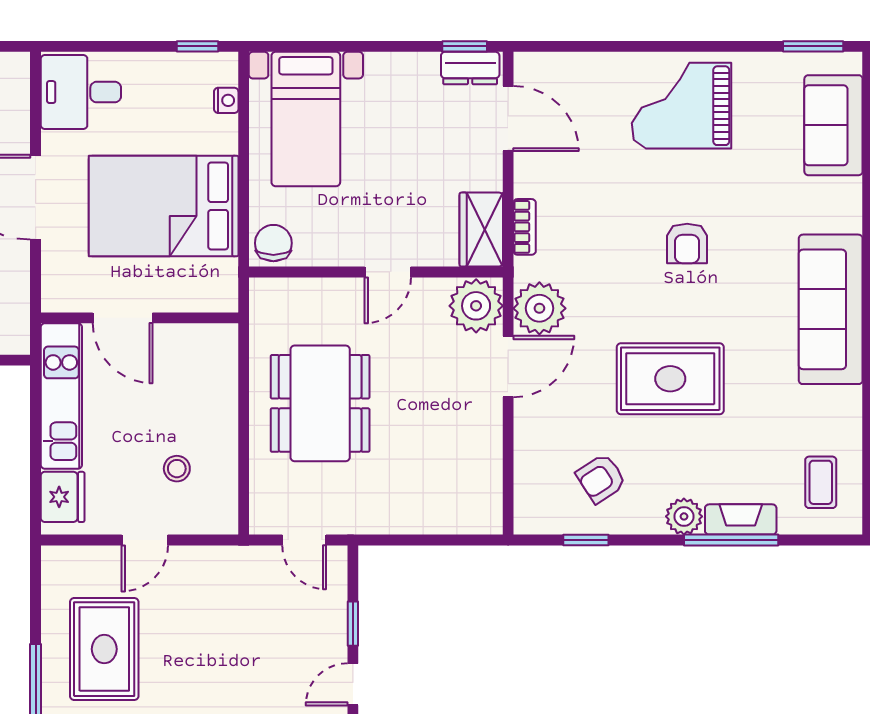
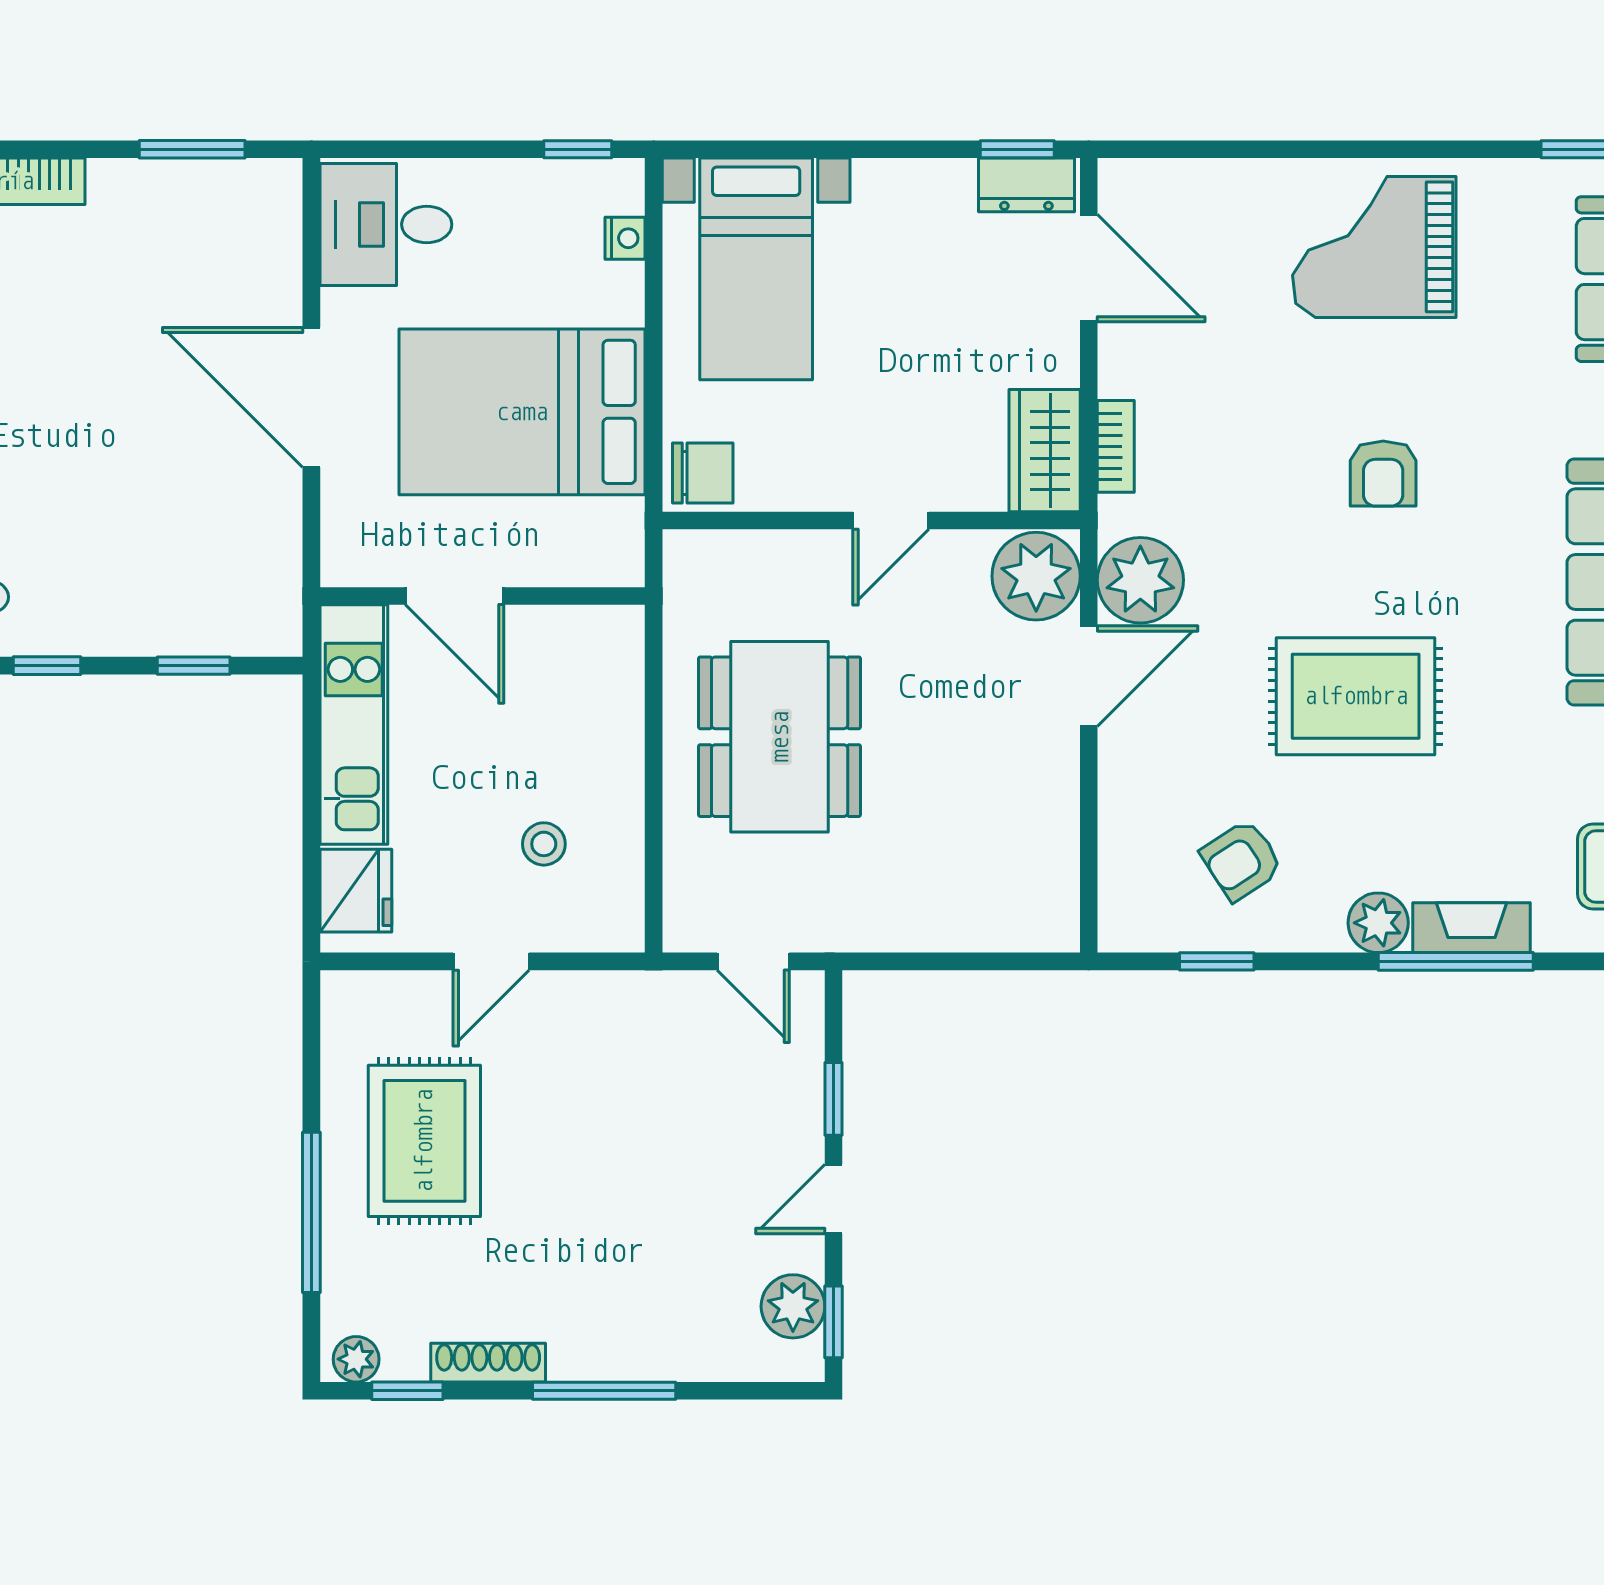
chair: (273, 243) -> (703, 473), turned 90

